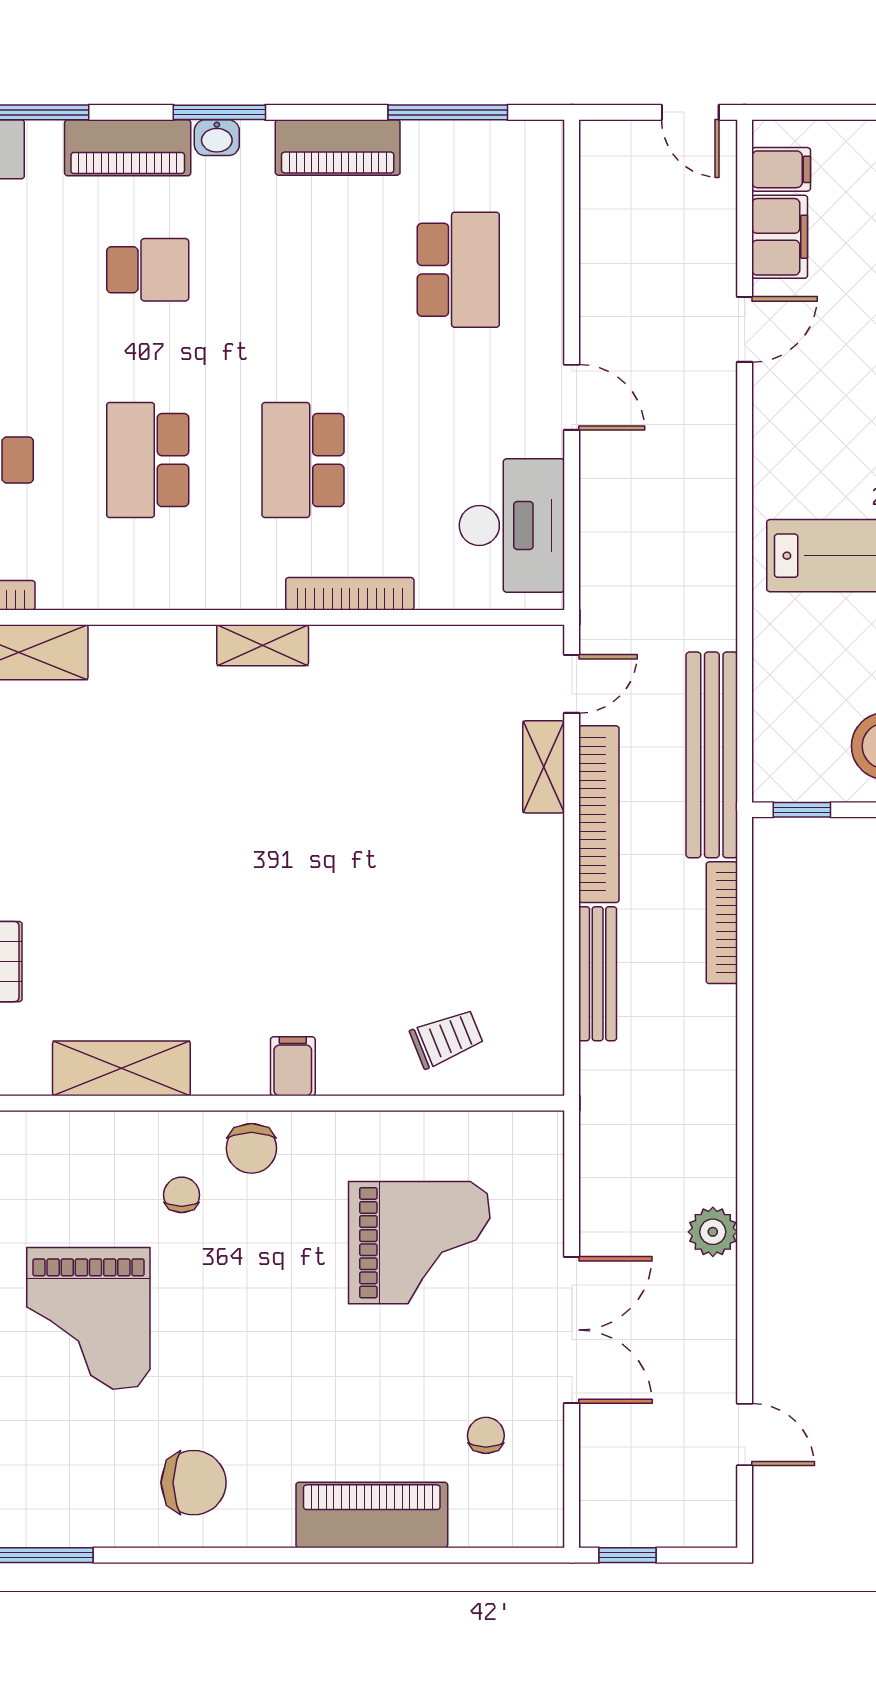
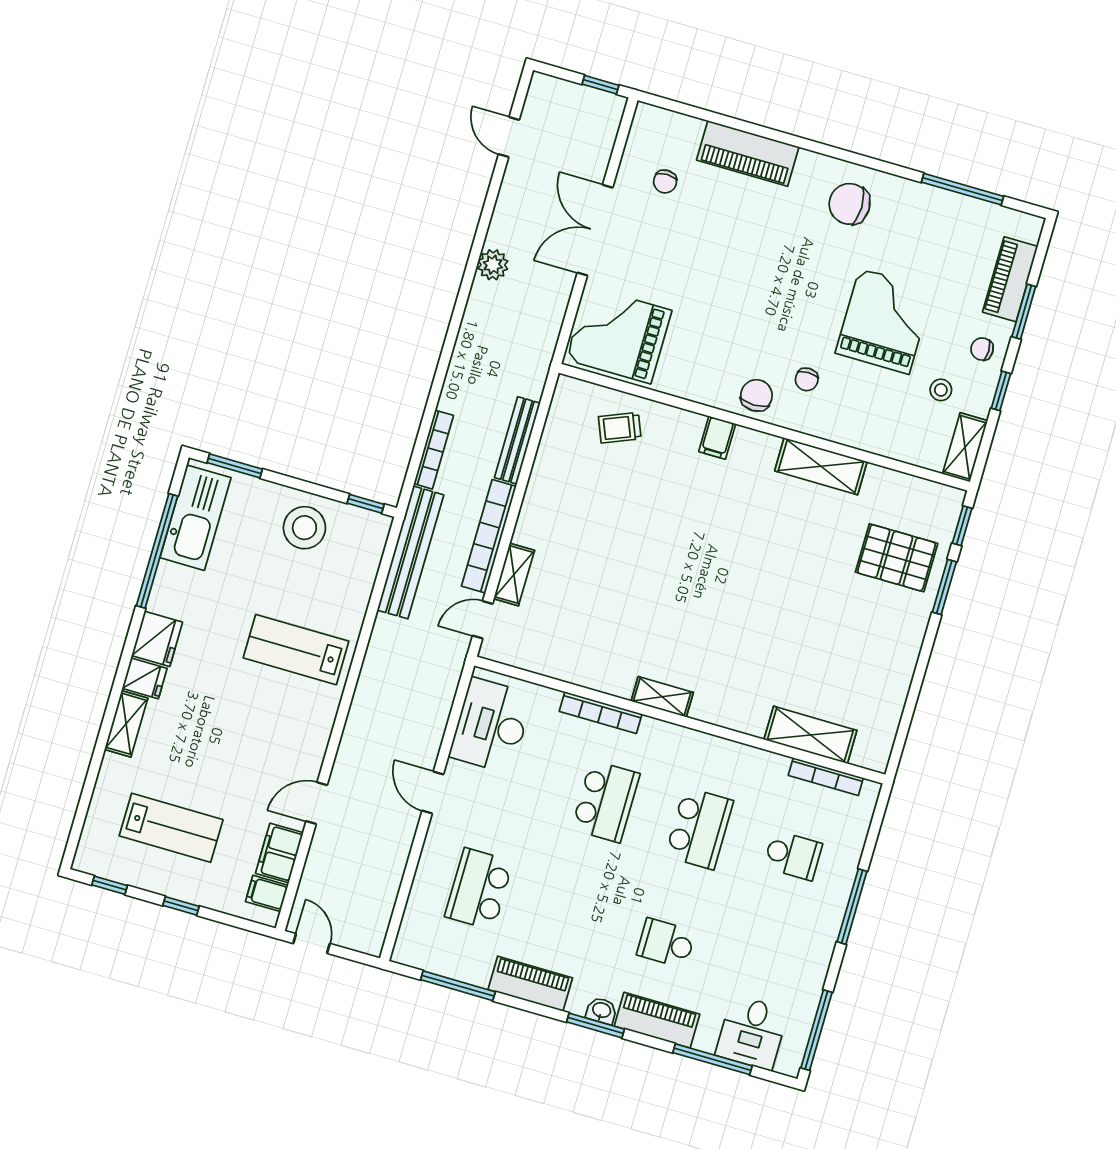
grand piano: (419, 1243) -> (619, 335), moved

